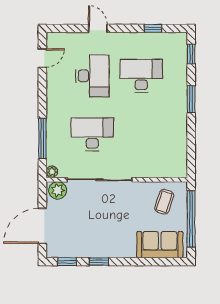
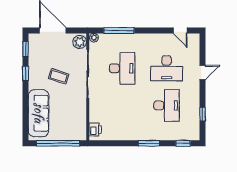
printer: (173, 170) -> (95, 130), added
coffee table: (164, 202) -> (59, 76), moved
sofa: (160, 245) -> (39, 113), width x1.36

